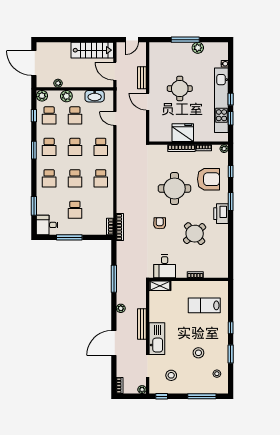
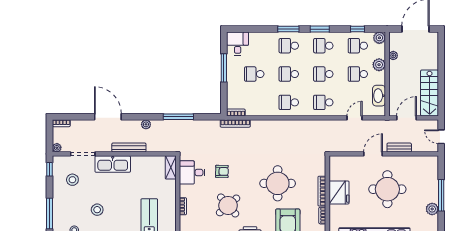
round table: (180, 89) -> (387, 189), width x1.36, depth x1.36
window: (34, 206) -> (288, 29), moved
armchair: (160, 223) -> (222, 171), moved

